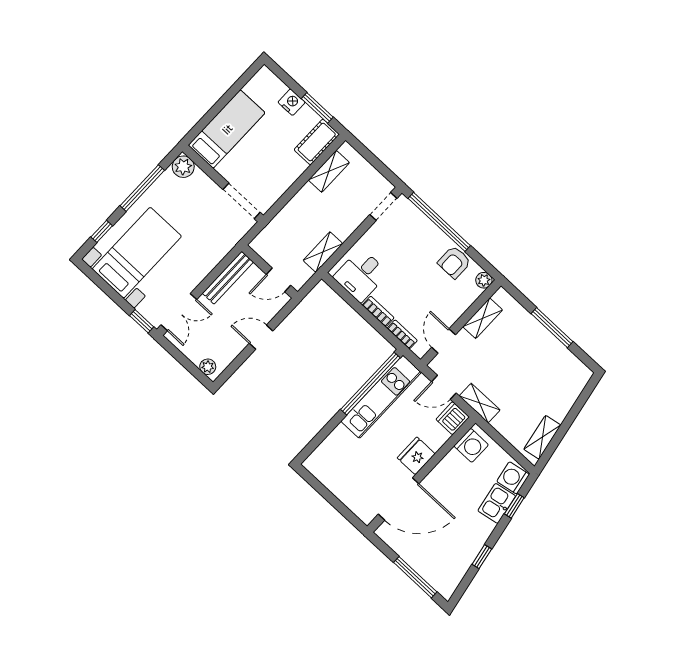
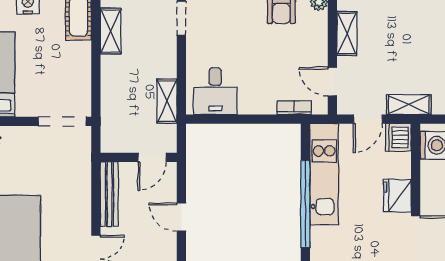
bookcase: (378, 311) -> (257, 107), removed
door: (261, 337) -> (181, 217), hinge flipped
window: (370, 384) -> (305, 204), moved

